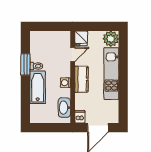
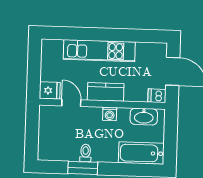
plant: (111, 39) -> (52, 50), removed
bathtub: (38, 87) -> (141, 153), moved

